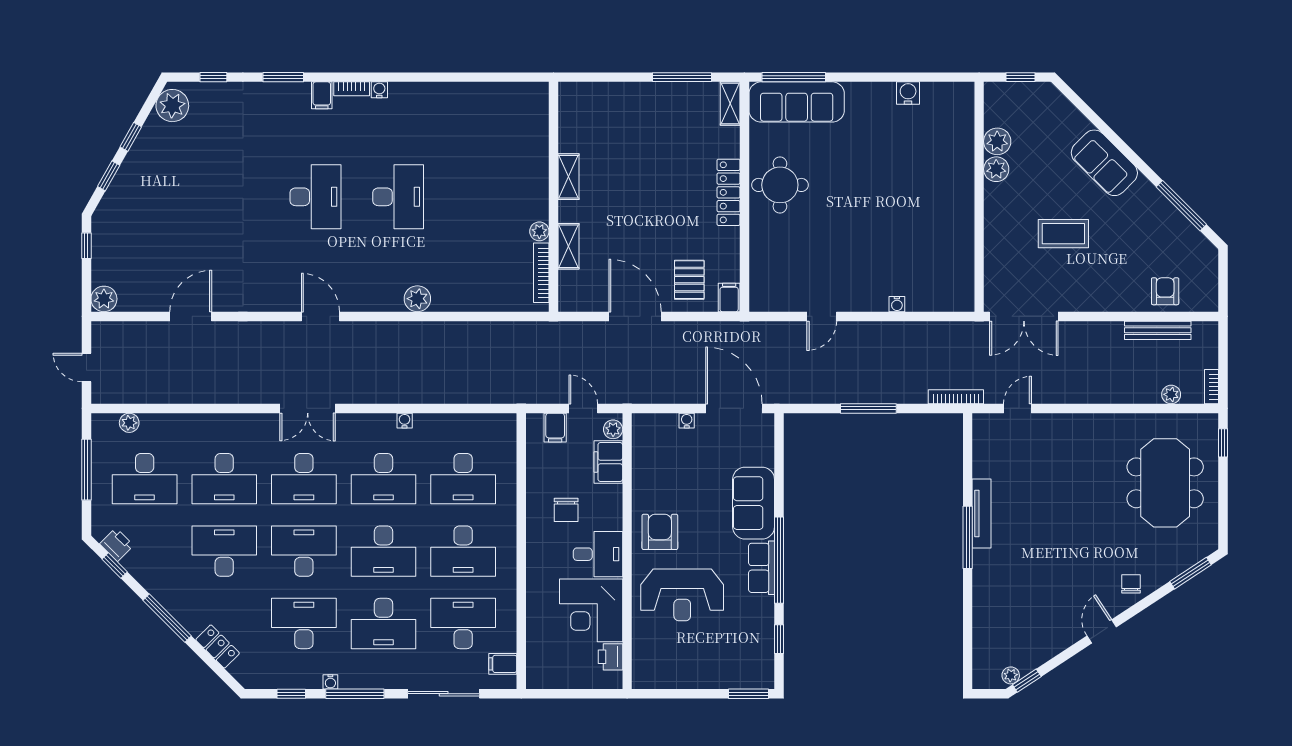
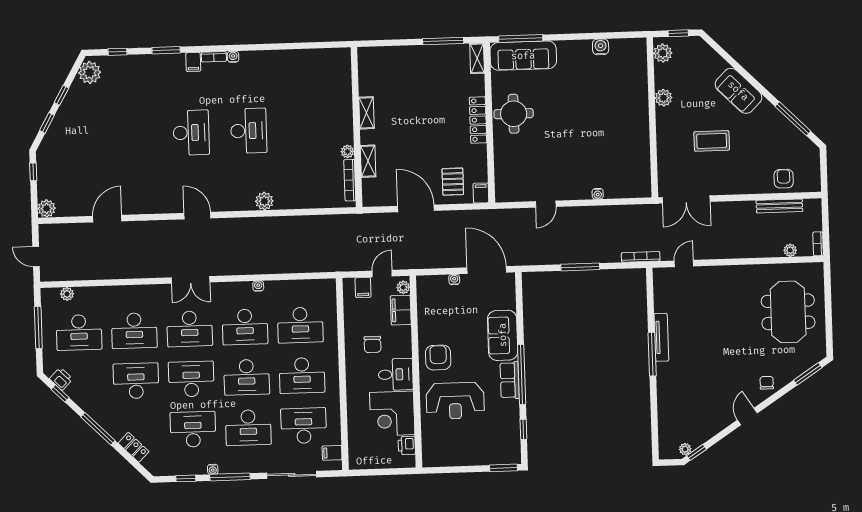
plant: (997, 141) -> (663, 53), moved
door: (583, 408) -> (382, 274), hinge flipped
window: (1223, 443) -> (827, 283), removed

